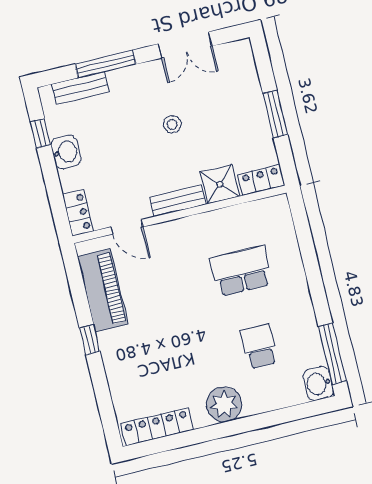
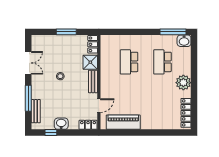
window: (90, 340) -> (143, 133), removed
school desk: (259, 346) -> (162, 62), width x1.85

